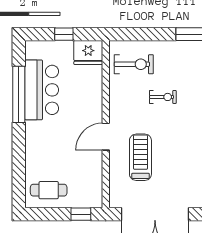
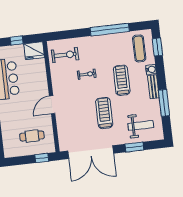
treadmill: (140, 157) -> (104, 113), moved
cafe table: (49, 190) -> (32, 136), moved

